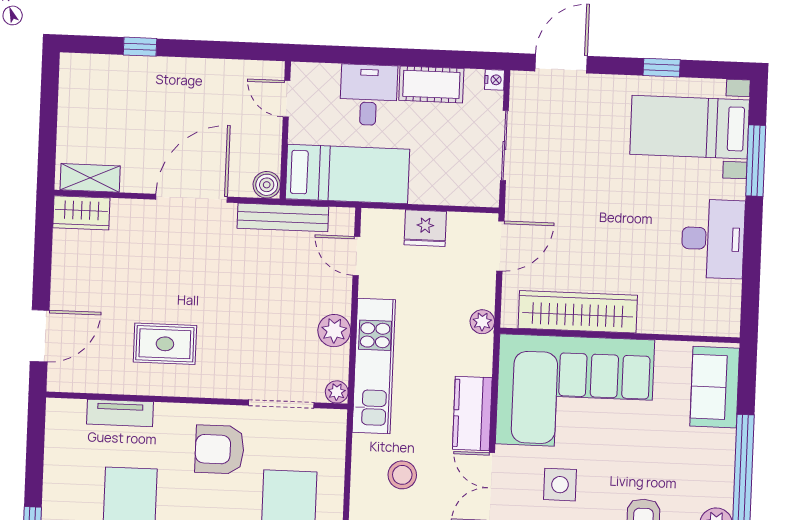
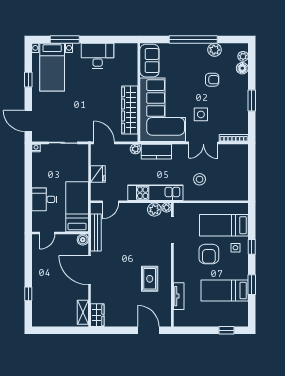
cot: (431, 84) -> (39, 174), removed
plant: (334, 331) -> (154, 210), moved
sofa: (715, 387) -> (149, 61), moved, turned -90
kitchen counter: (472, 413) -> (156, 152), moved
armchair: (220, 449) -> (209, 254), moved

